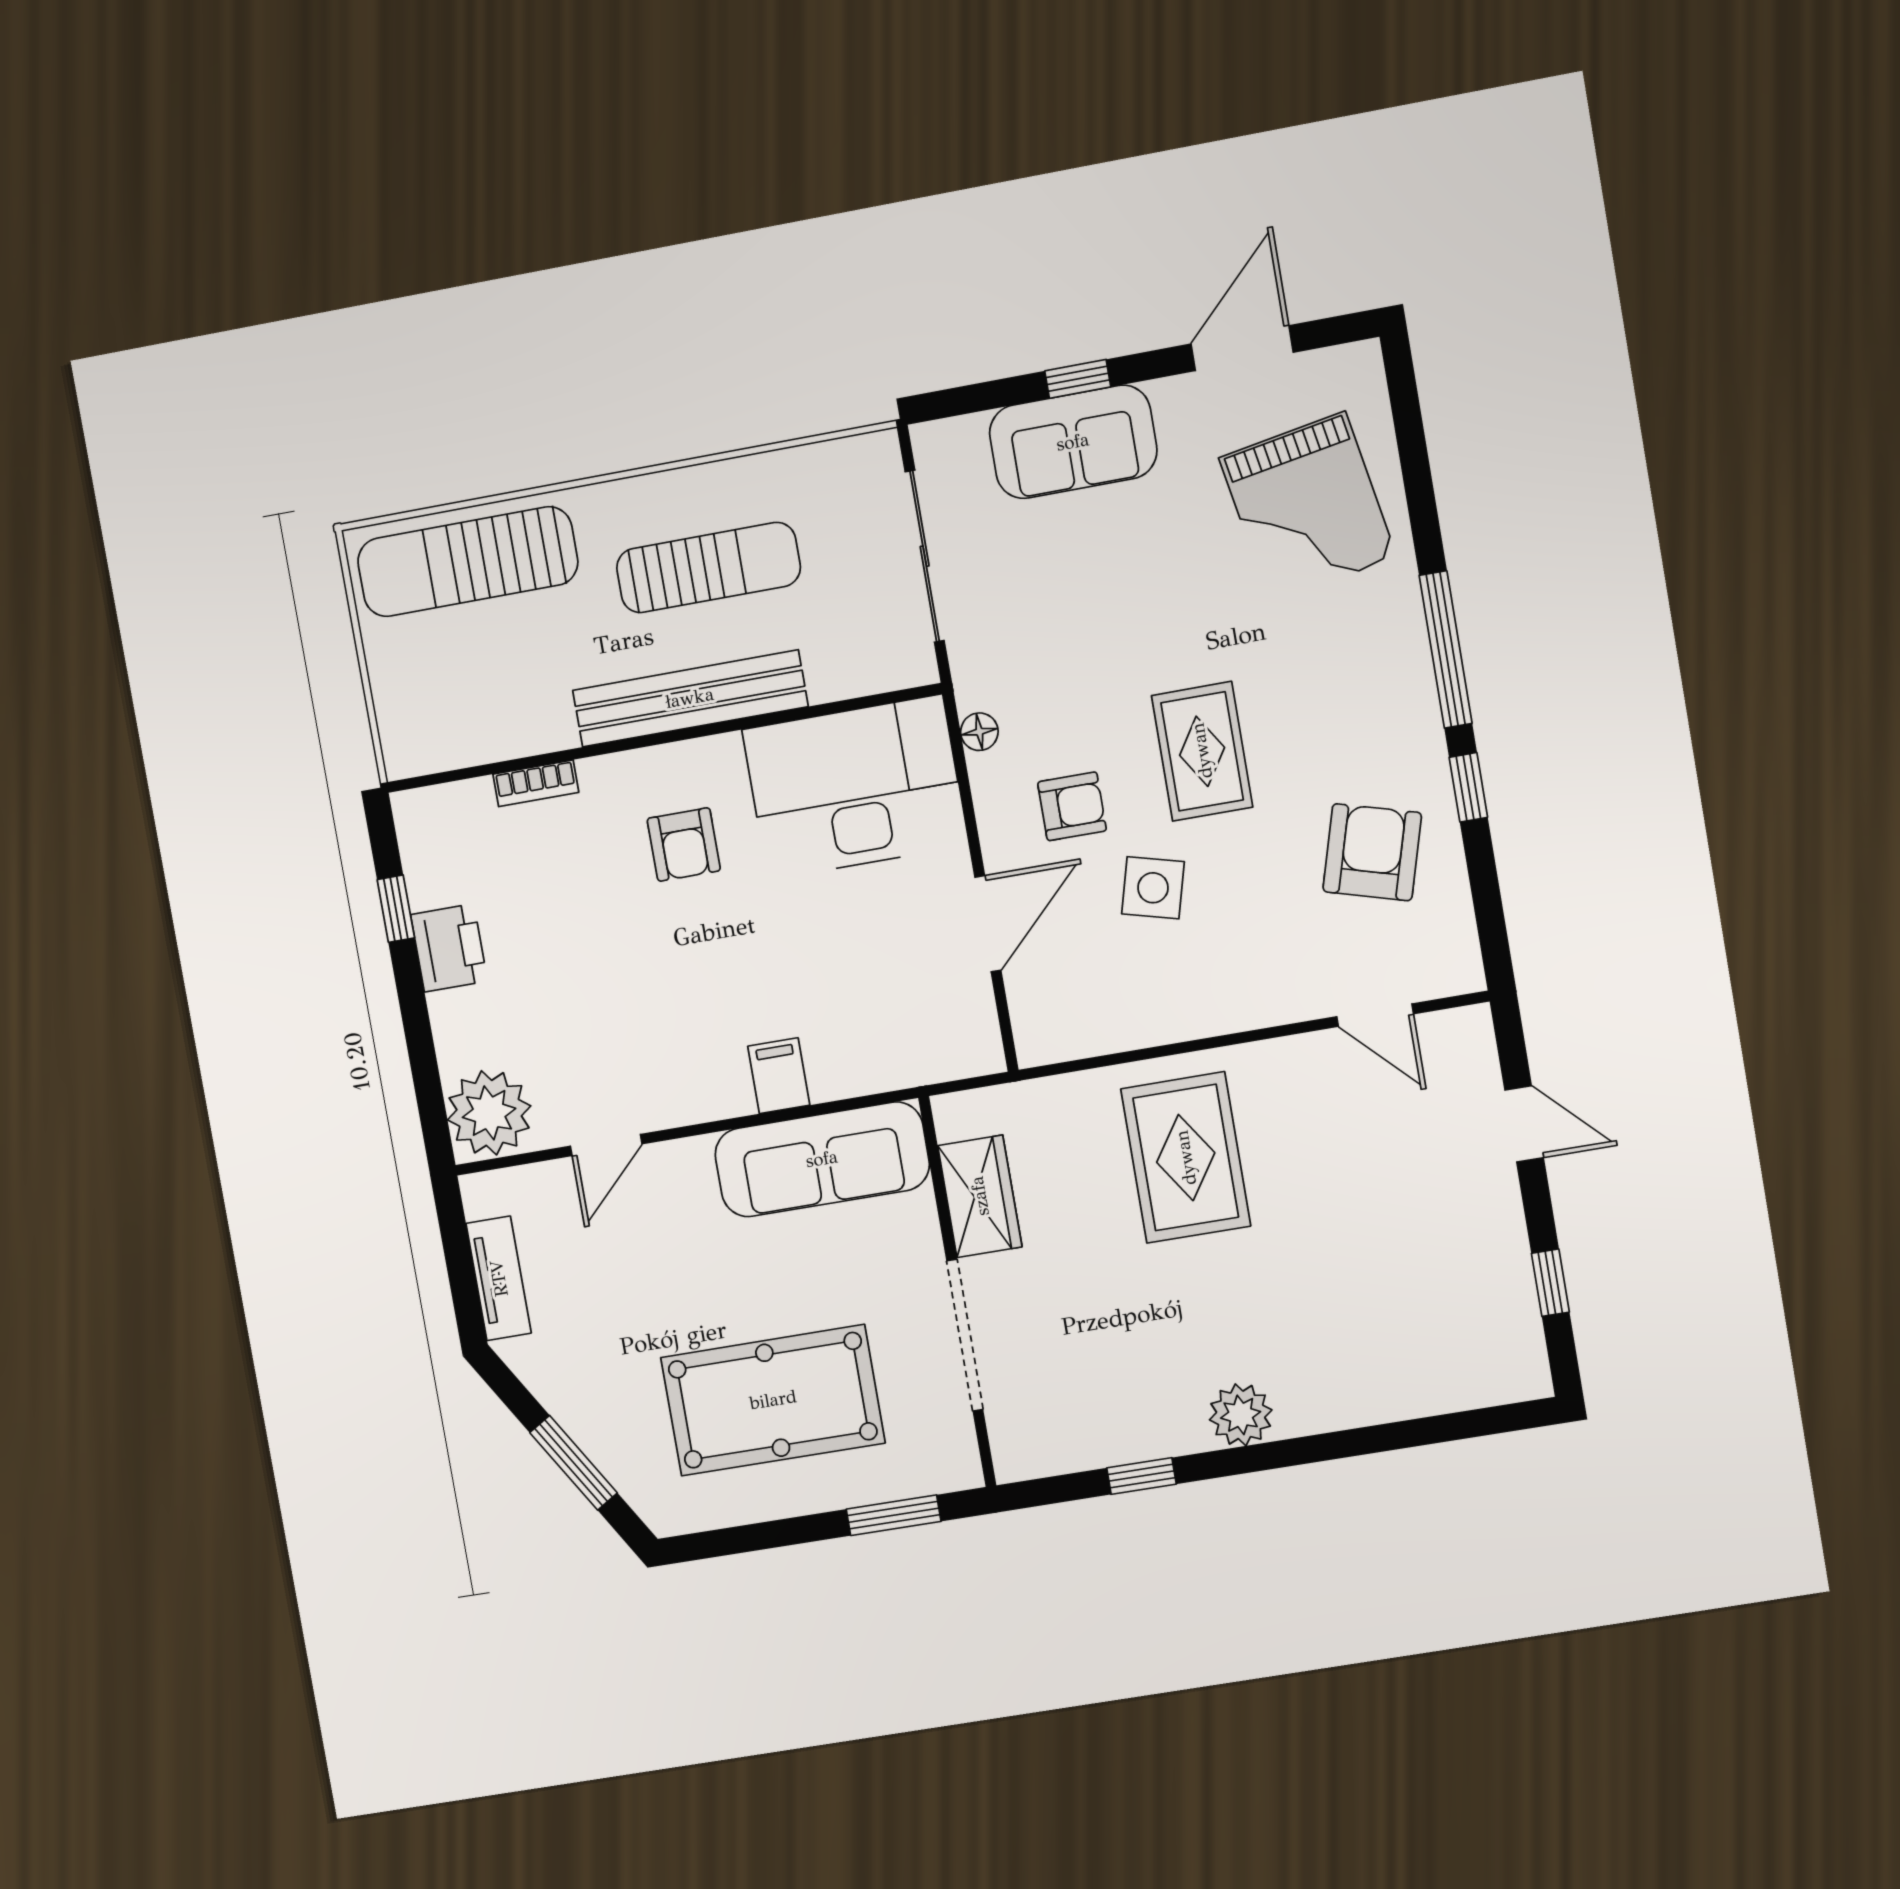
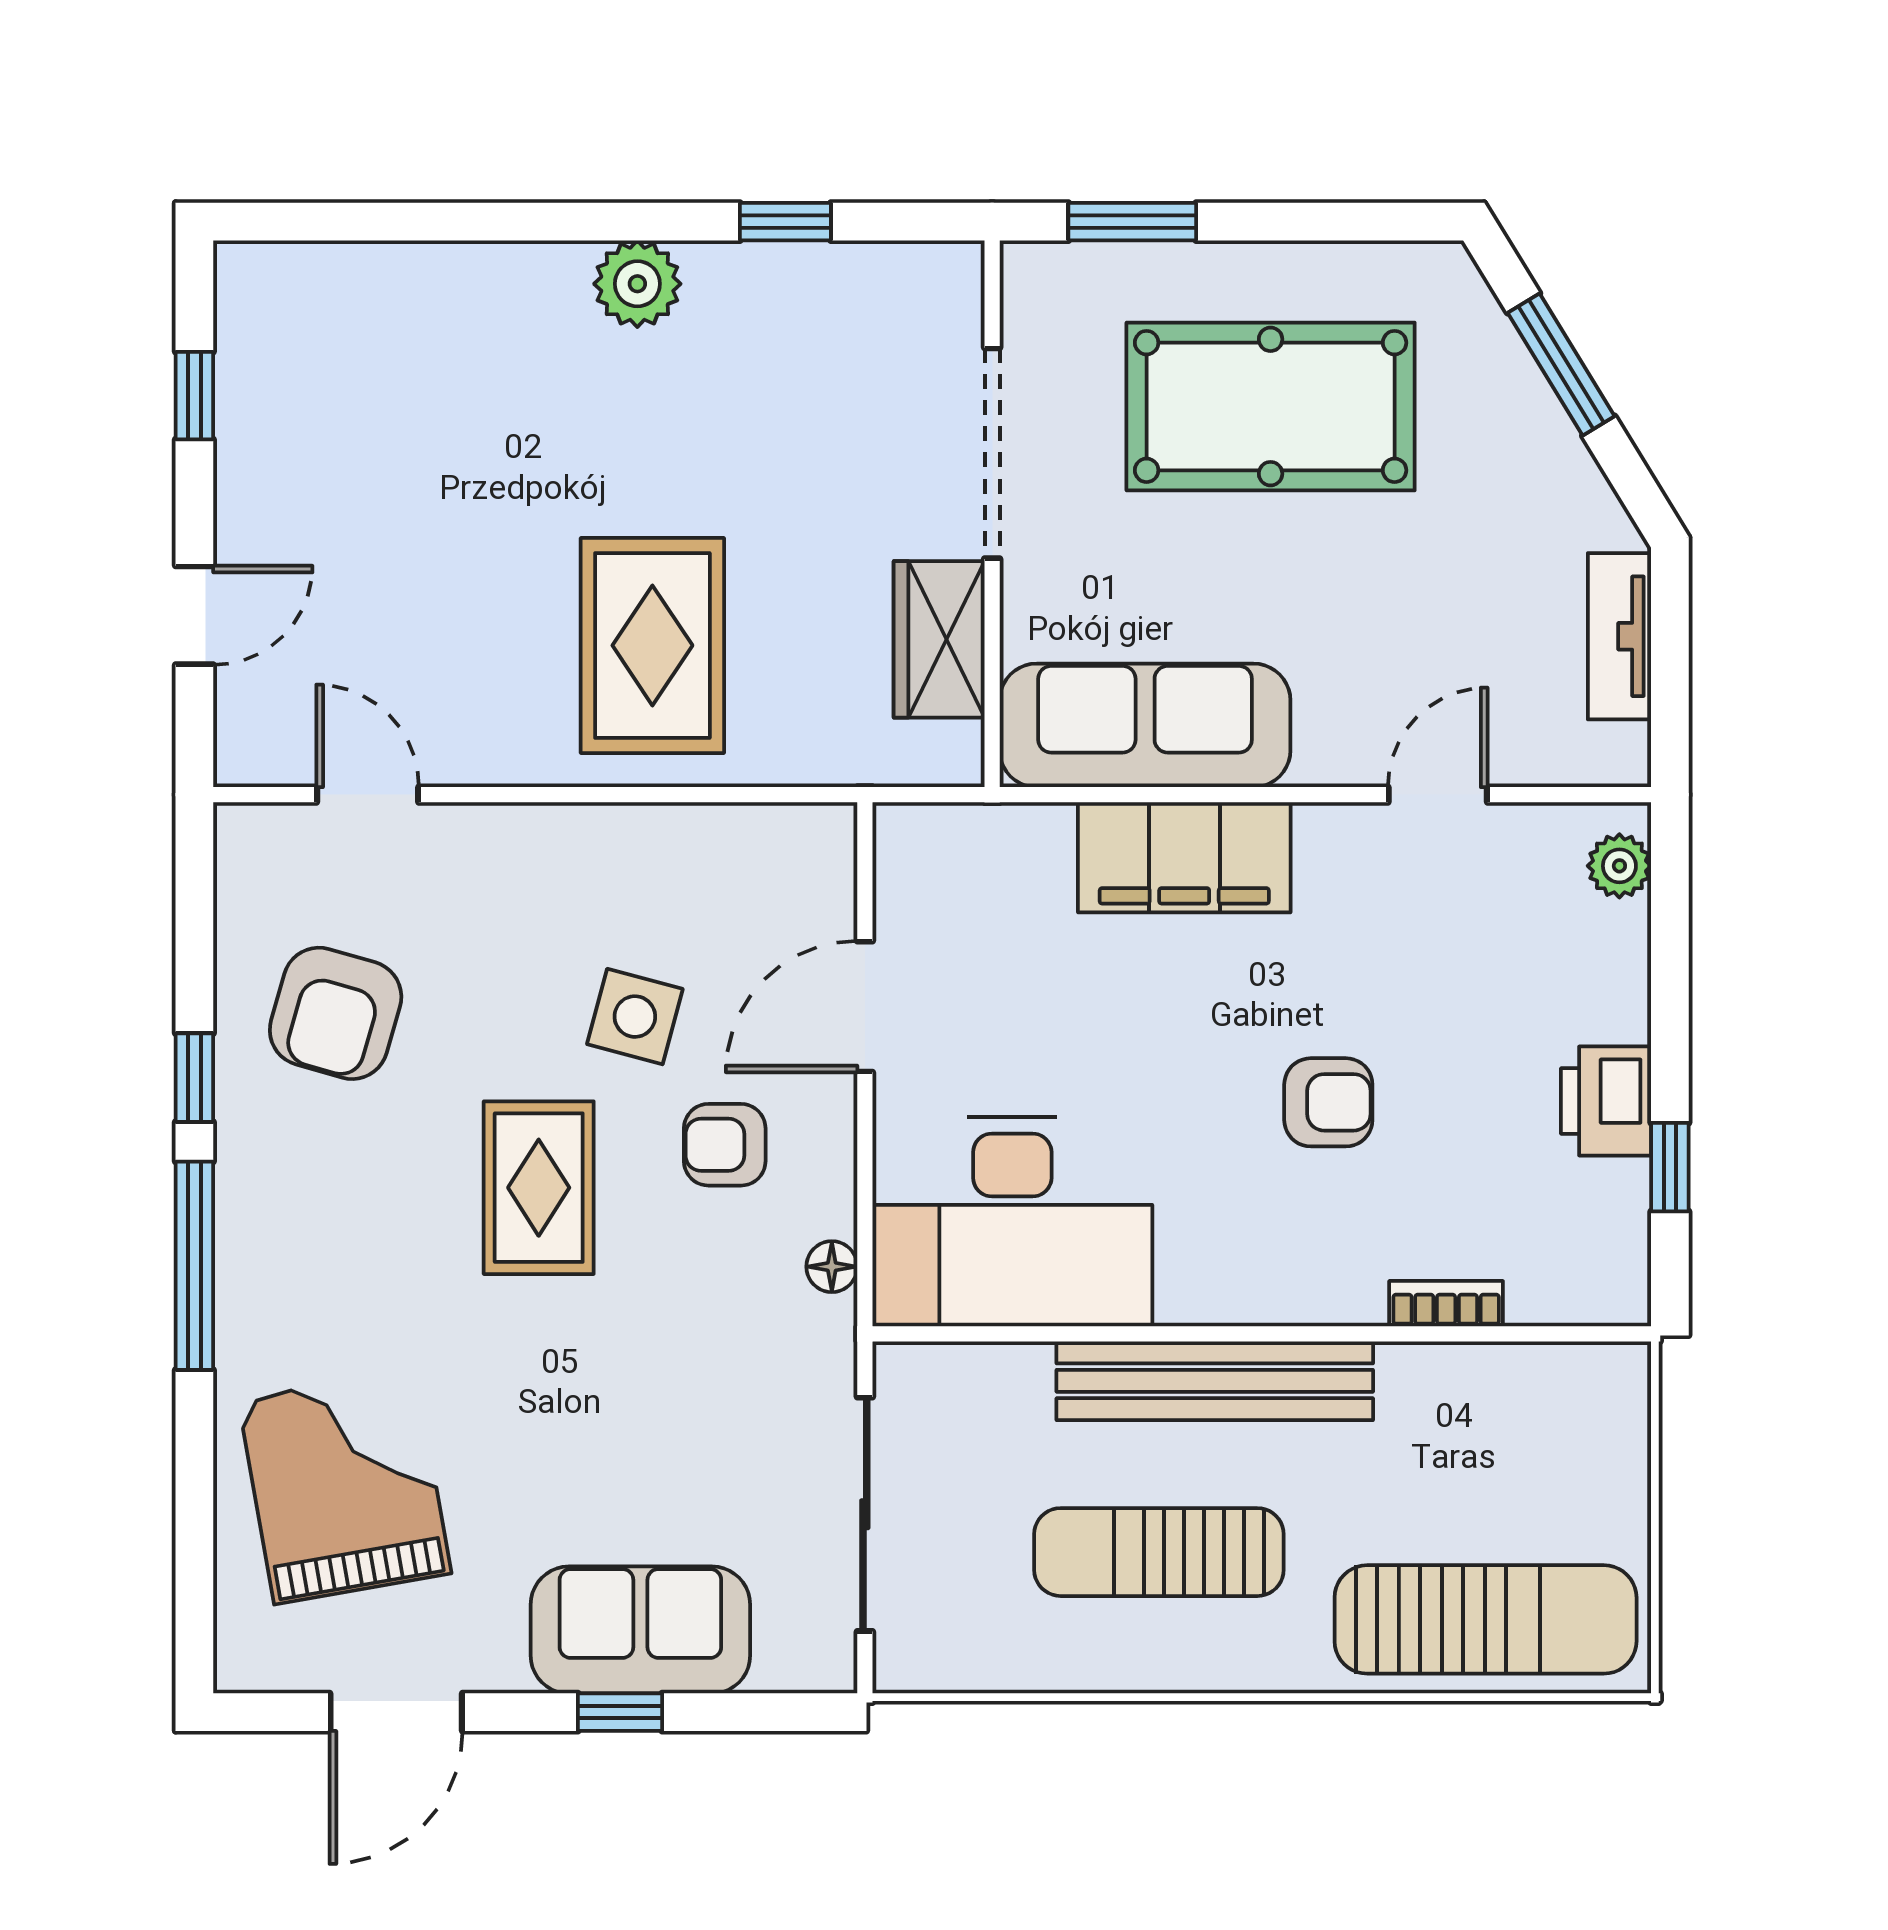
armchair: (684, 845) -> (1328, 1102), moved, turned 90
filing cabinet: (779, 1076) -> (1184, 857), width x3.00, depth x1.17
plant: (489, 1113) -> (1619, 866), width x0.53, depth x0.53
door: (1524, 1124) -> (194, 615), swing flipped

